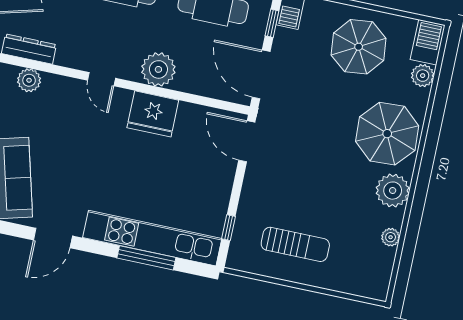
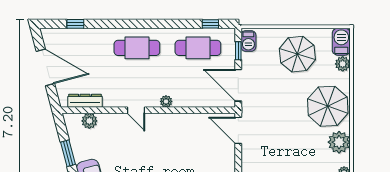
plant: (158, 69) -> (166, 101), width x0.53, depth x0.53
fridge: (153, 114) -> (174, 126), removed

